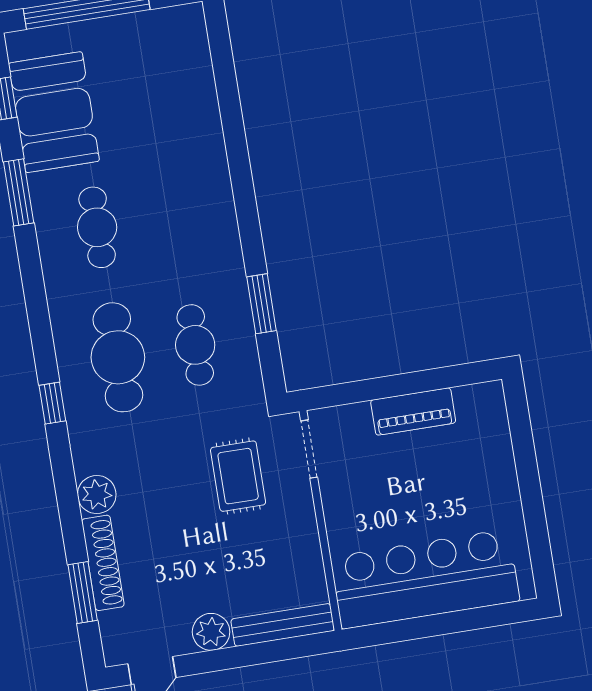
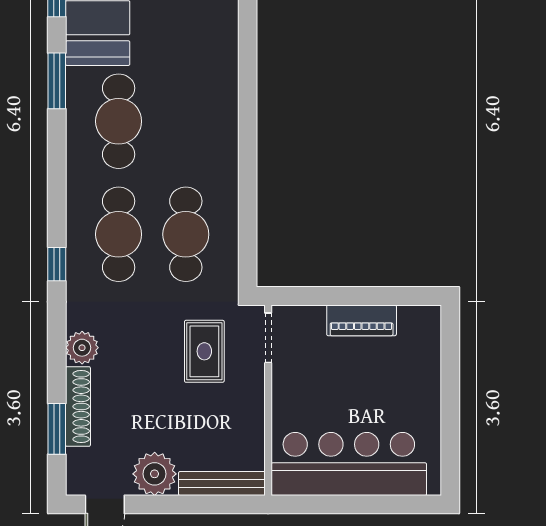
cafe table: (97, 227) -> (119, 121), width x1.37, depth x1.35
window: (262, 304) -> (248, 208), removed
cafe table: (195, 345) -> (186, 234), width x1.37, depth x1.35
plant: (211, 632) -> (155, 474), width x1.36, depth x1.36

